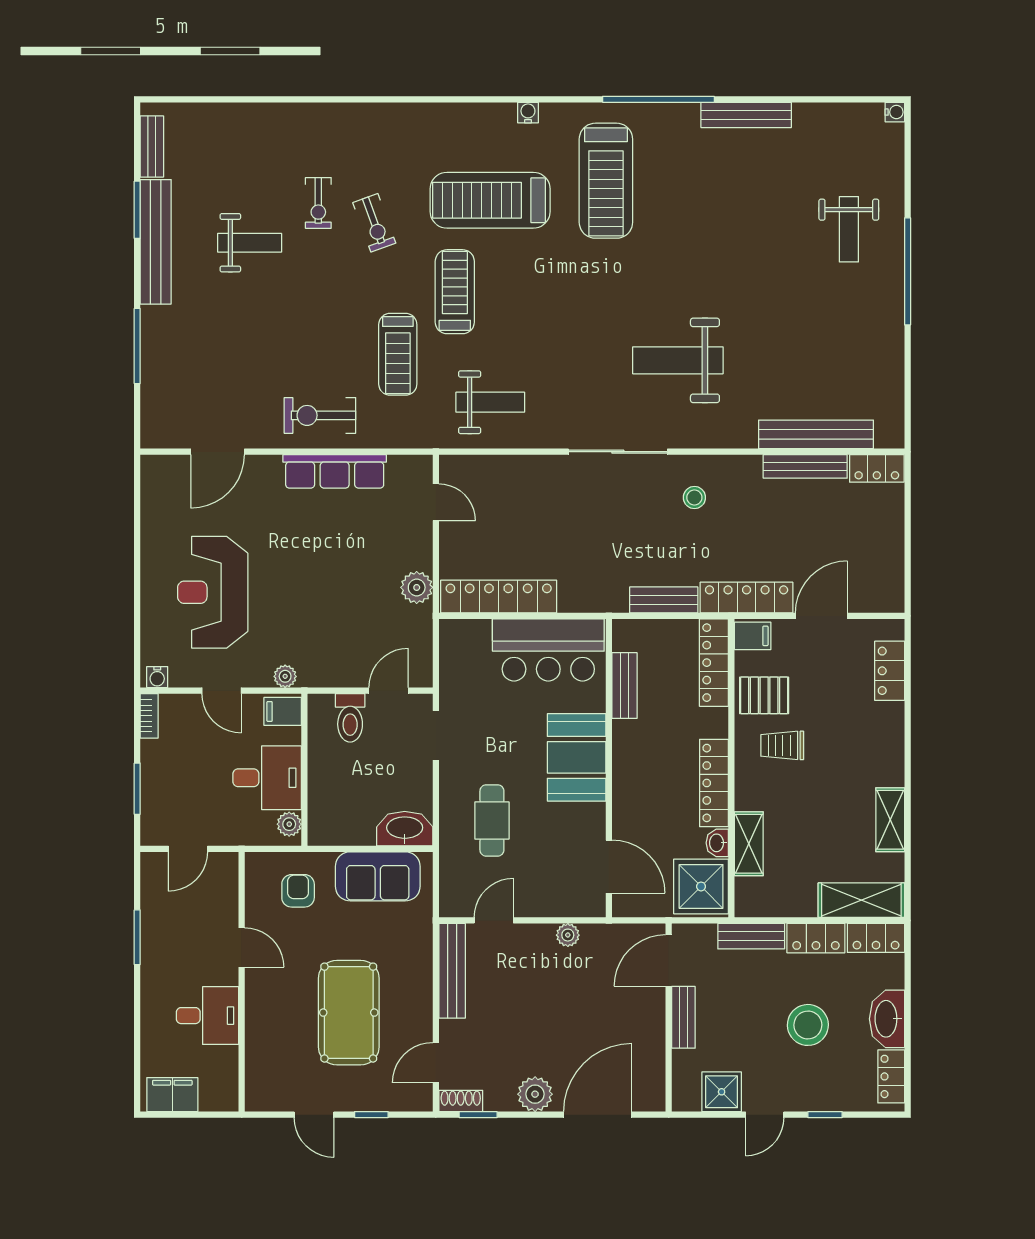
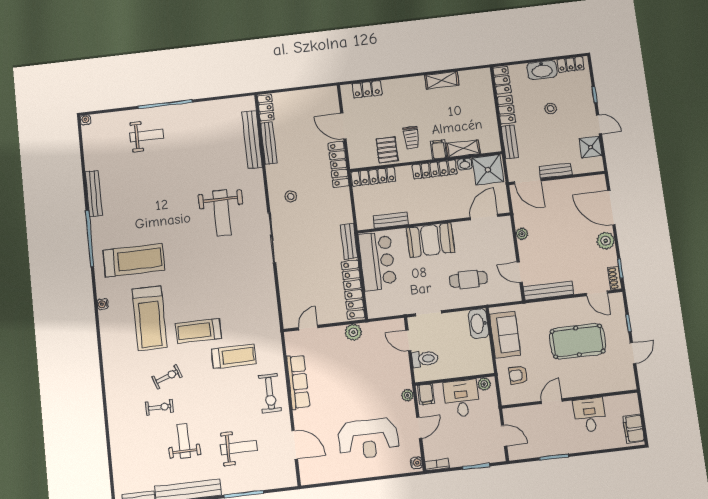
weight bench: (490, 402) -> (239, 448), moved, turned 90
bench: (664, 600) -> (349, 241), moved
filing cabinet: (753, 636) -> (439, 149), moved
shelving: (861, 900) -> (484, 90), removed
stool: (808, 1025) -> (551, 108), width x0.53, depth x0.53

